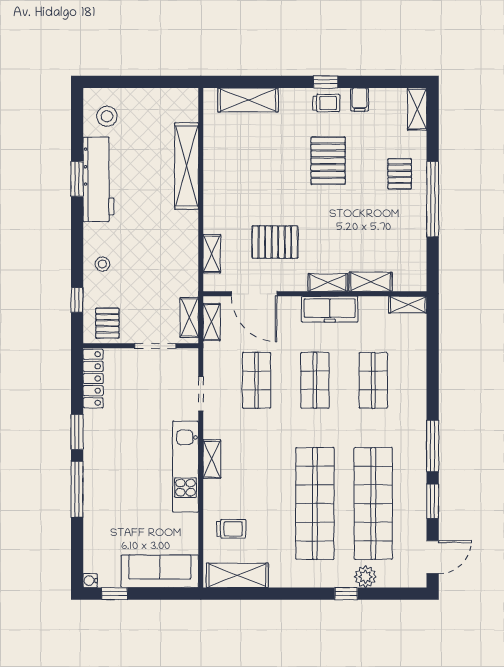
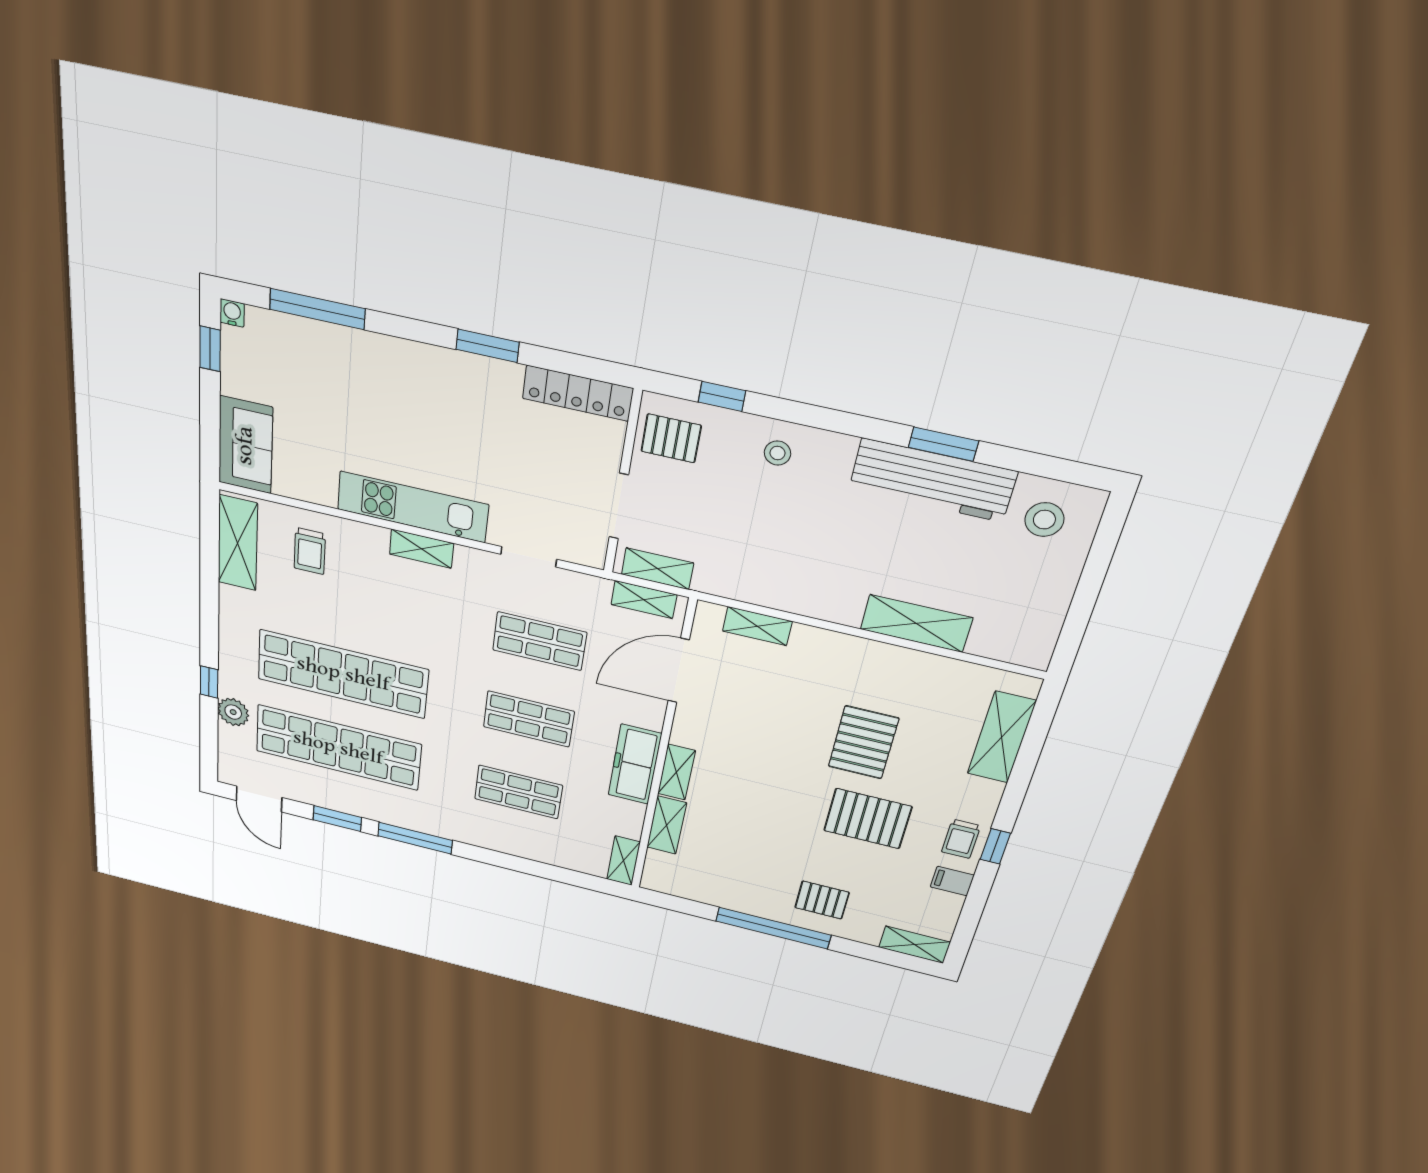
shelving: (187, 166) -> (916, 623), width x0.68
pallet: (275, 242) -> (863, 742), moved
window: (77, 489) -> (317, 309), moved
sofa: (160, 571) -> (245, 445), width x0.73

